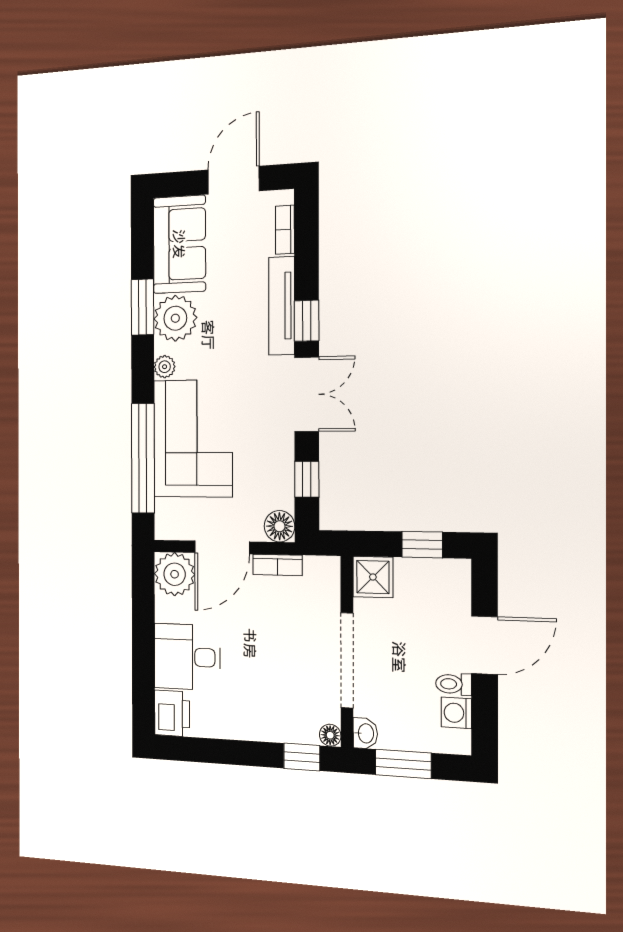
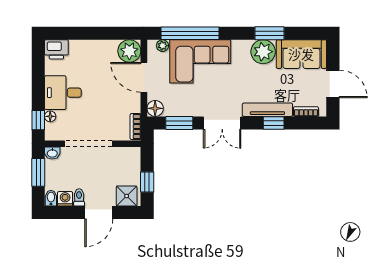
window: (307, 321) -> (274, 123), moved
plant: (165, 367) -> (162, 46), moved
window: (307, 479) -> (179, 123), width x1.50
bookcase: (277, 565) -> (135, 127), moved
shower: (373, 577) -> (127, 196), moved
door: (485, 645) -> (99, 213), hinge flipped
desk: (187, 657) -> (63, 93), moved, turned -90
floor lamp: (330, 735) -> (50, 116), moved
bidet: (455, 742) -> (51, 198), added

